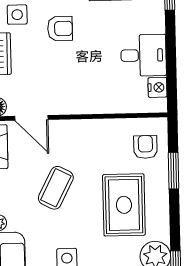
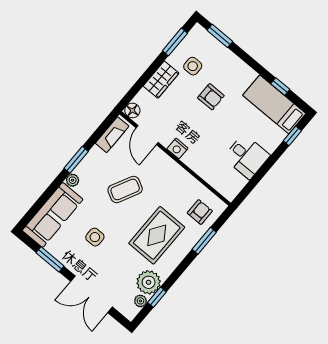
nightstand: (157, 87) -> (177, 148), moved, turned 90

